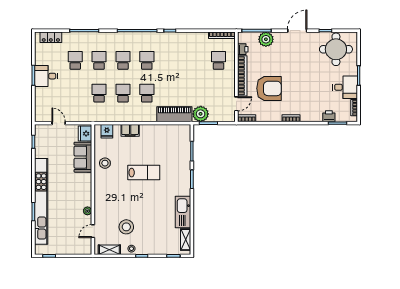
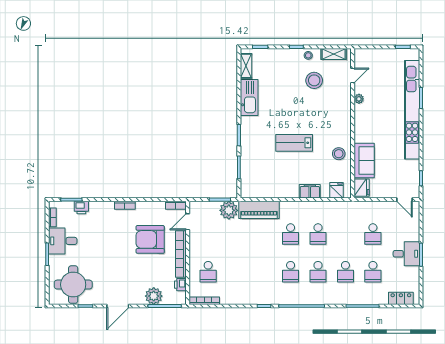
school desk: (99, 93) -> (373, 234), moved
door: (59, 123) -> (405, 200), moved

